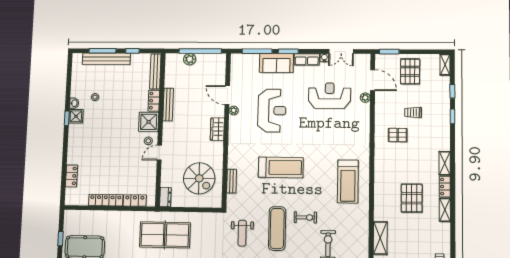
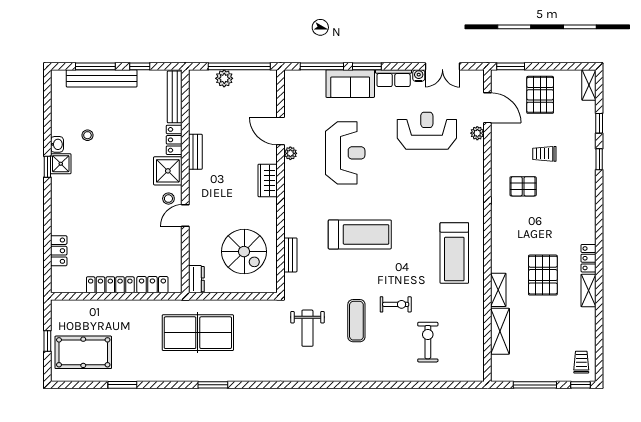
bench: (168, 105) -> (195, 152), width x0.73
shelving: (445, 163) -> (498, 290), moved
exercise mat: (277, 229) -> (356, 321), width x0.73, depth x0.69

